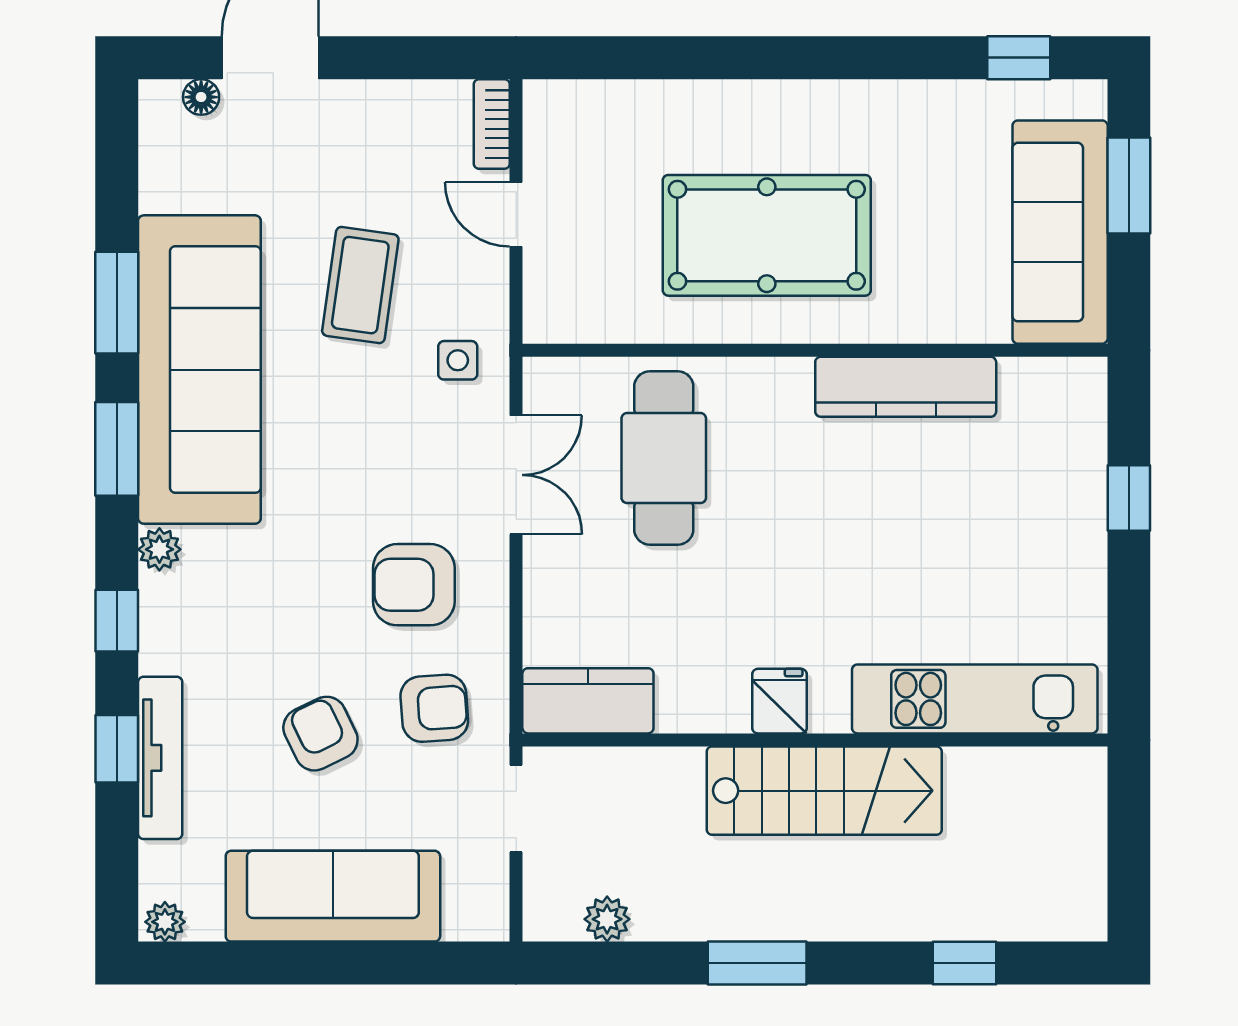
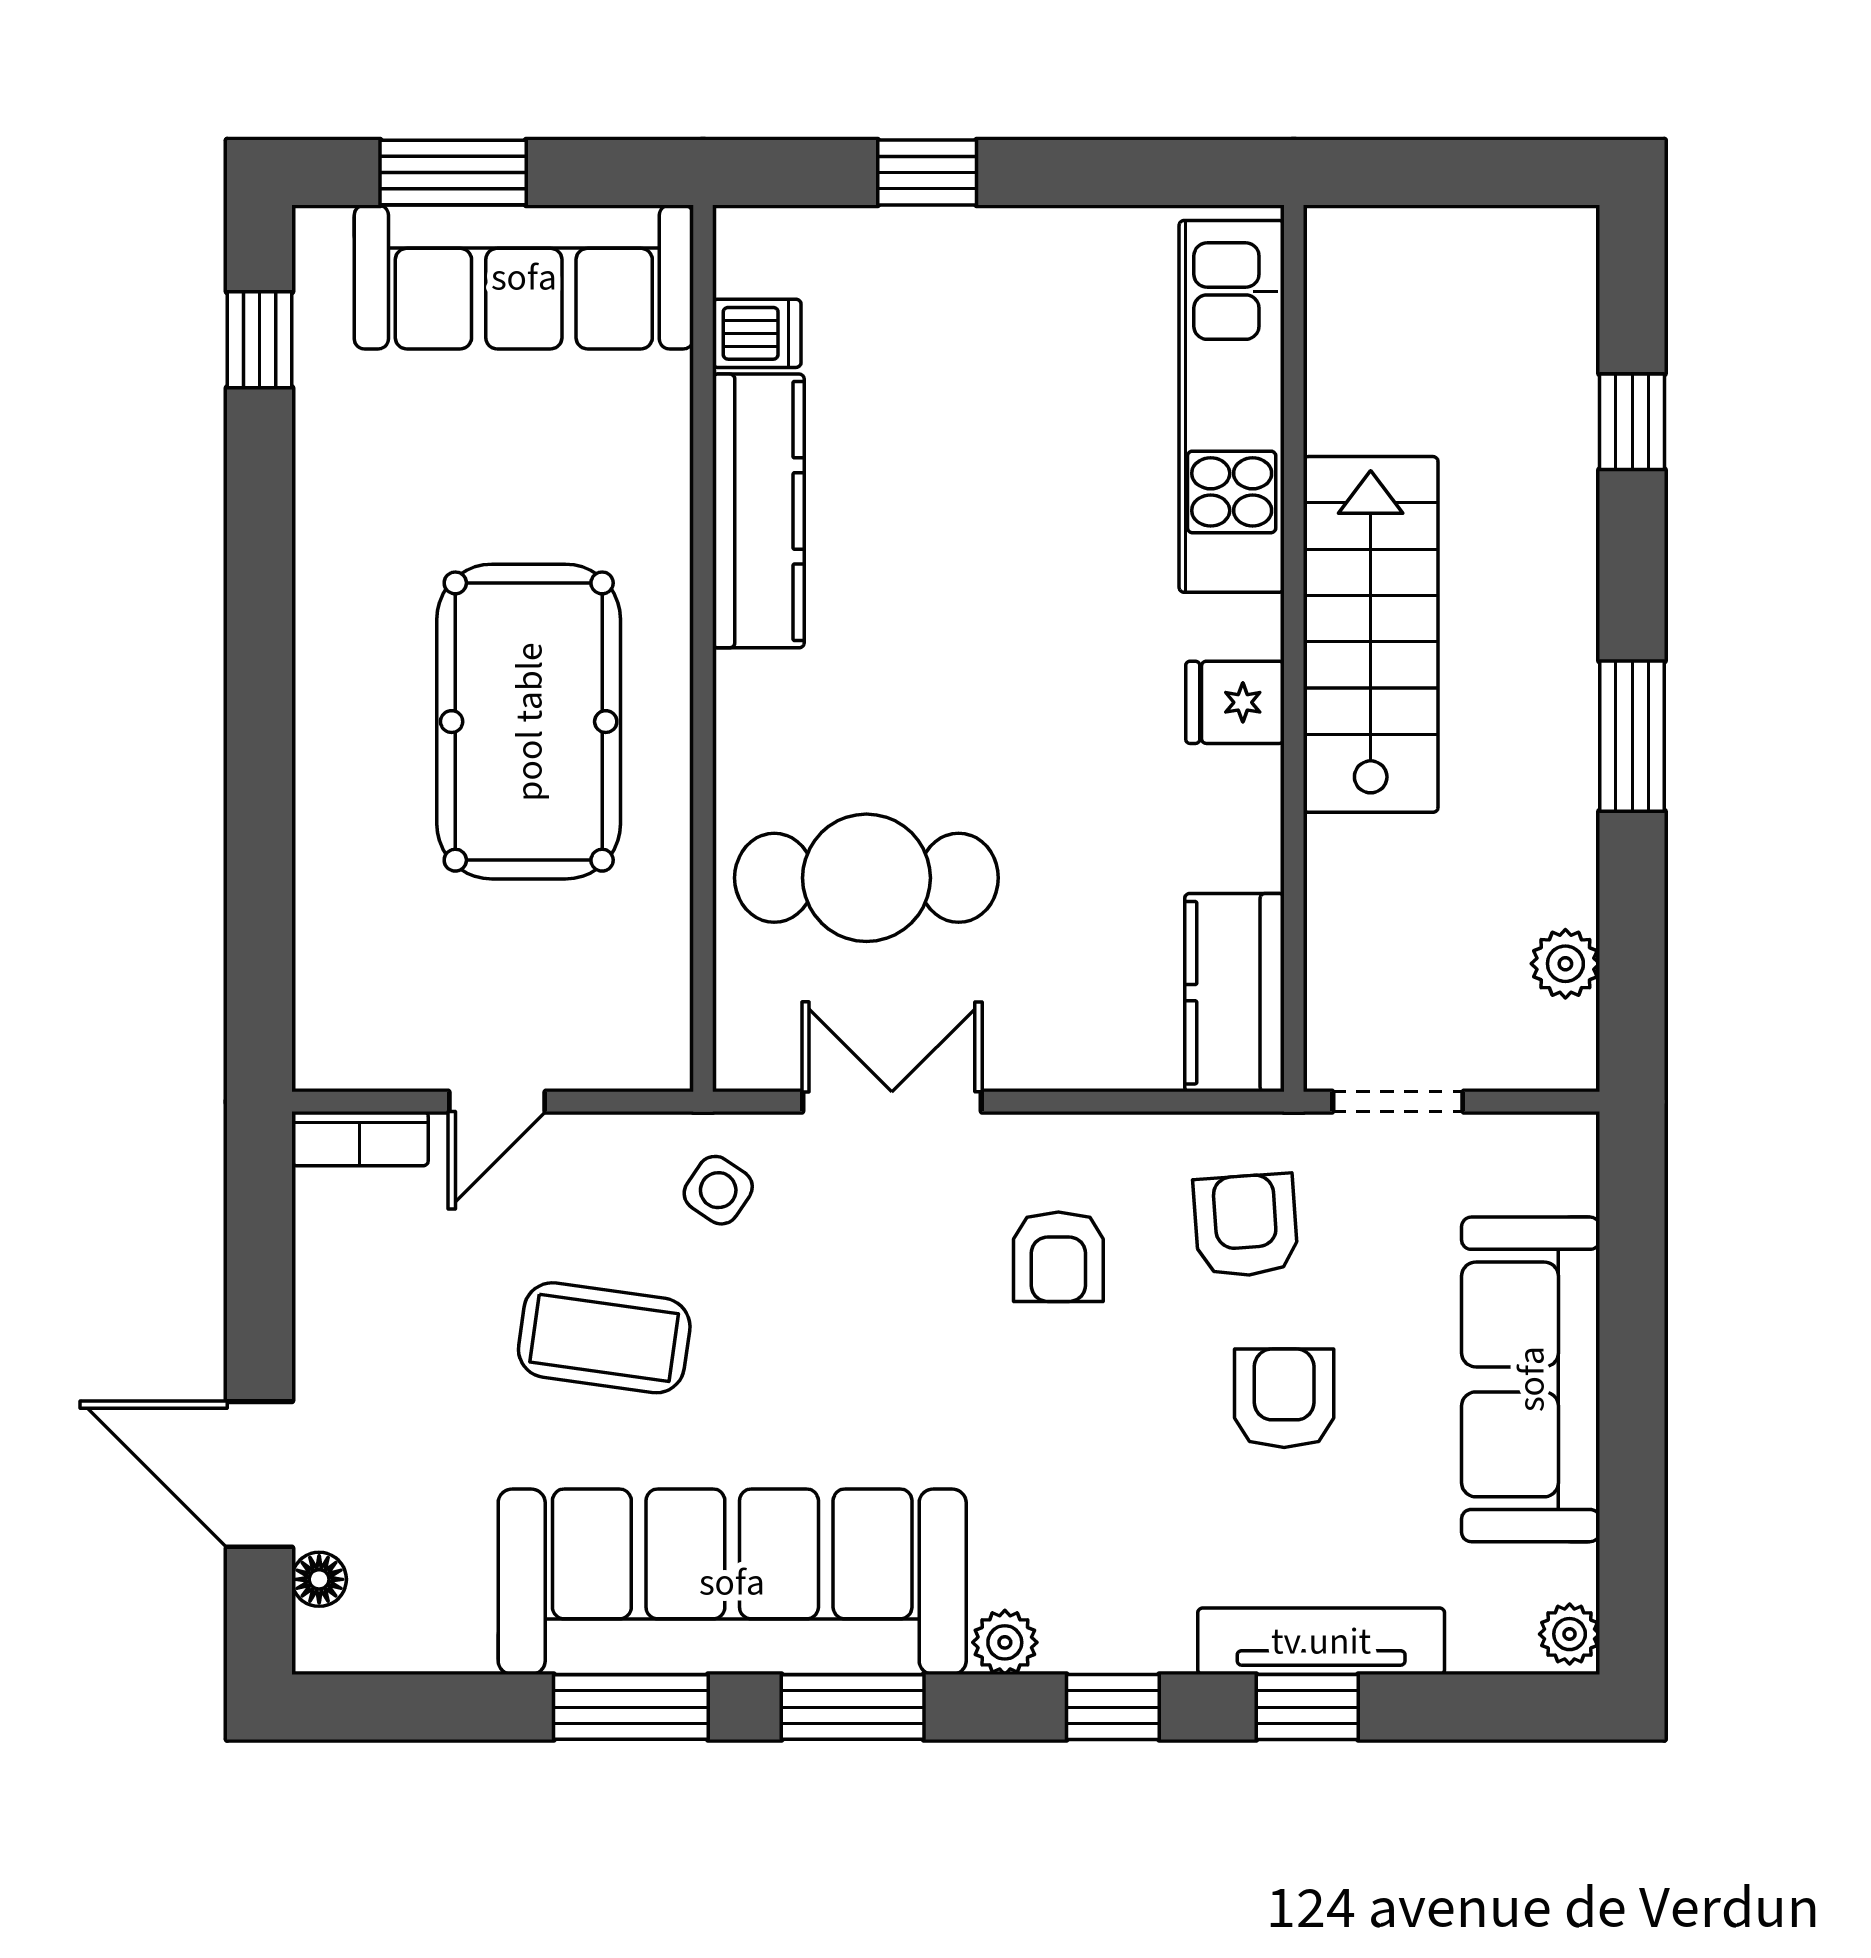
side table: (458, 360) -> (718, 1190), turned 34
dishwasher: (1023, 386) -> (757, 333), added
armchair: (414, 585) -> (1058, 1257), width x0.72, depth x0.72
armchair: (320, 734) -> (1284, 1398), turned 116

